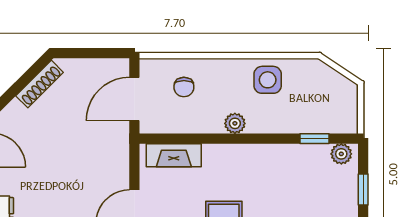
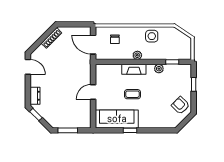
door: (134, 99) -> (93, 45), hinge flipped
plant: (341, 154) -> (159, 69), moved
fireplace: (174, 155) -> (134, 69), moved

